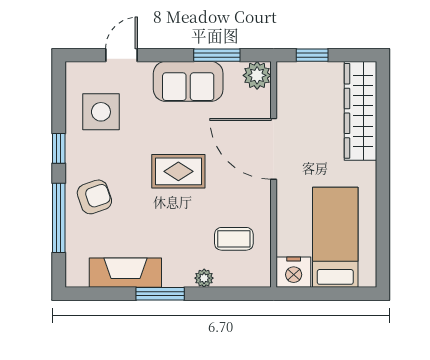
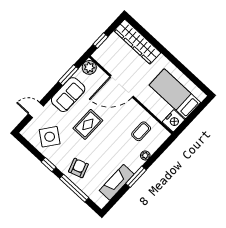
door: (122, 55) -> (36, 110), hinge flipped
side table: (101, 112) -> (50, 137), turned 37
rug: (178, 171) -> (88, 124), moved

